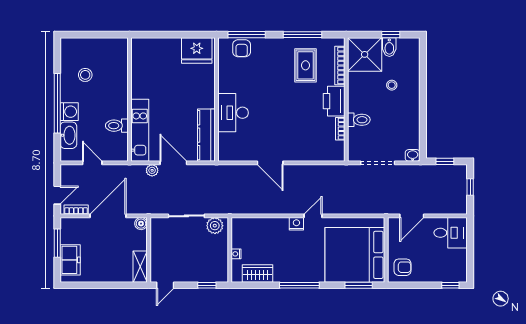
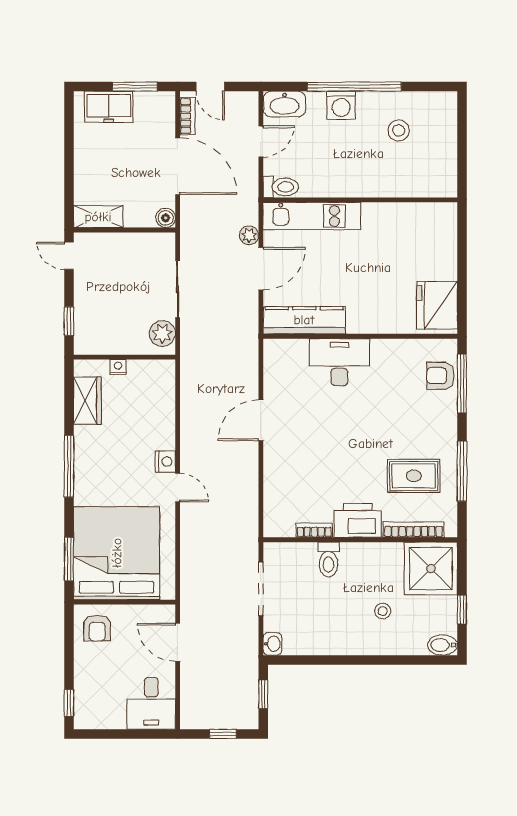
bidet: (389, 47) -> (442, 645), moved
toilet: (117, 126) -> (281, 187), moved, turned 90
washbasin: (68, 135) -> (285, 104), moved

